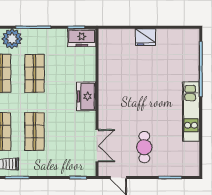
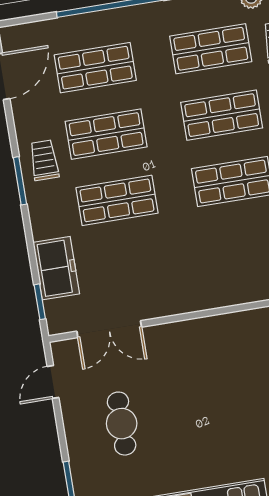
freezer: (86, 96) -> (56, 268), moved, turned 90
cafe table: (144, 147) -> (122, 424), turned 90

